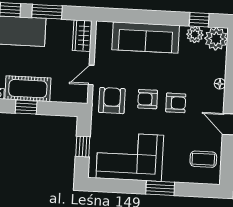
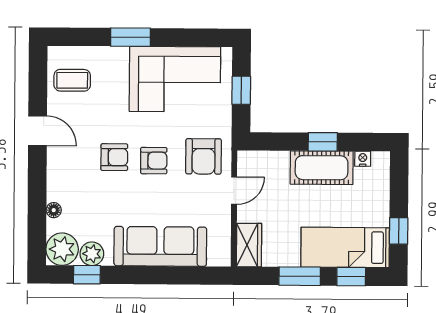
floor lamp: (220, 84) -> (54, 210), moved
armchair: (176, 103) -> (114, 157), turned 180

